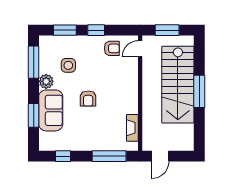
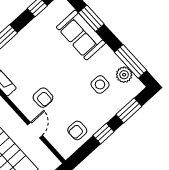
door: (140, 49) -> (35, 130), moved
plant: (46, 81) -> (124, 75), moved
armchair: (88, 99) -> (43, 98), moved, turned 180

